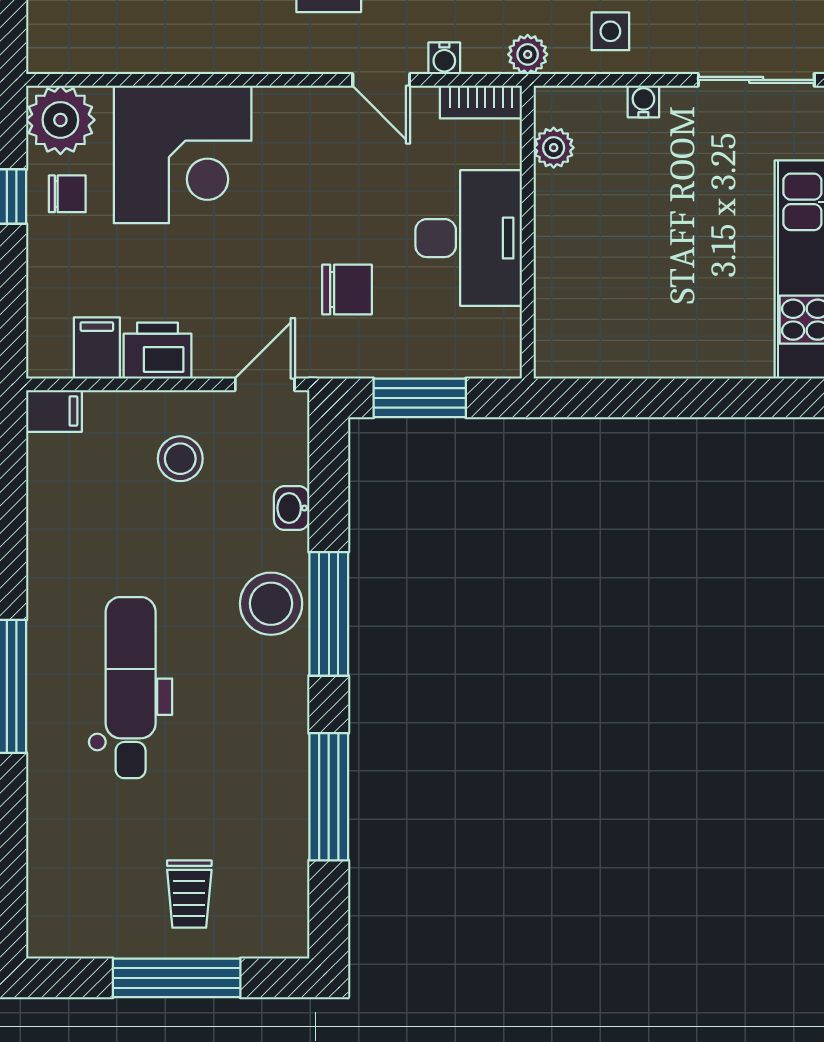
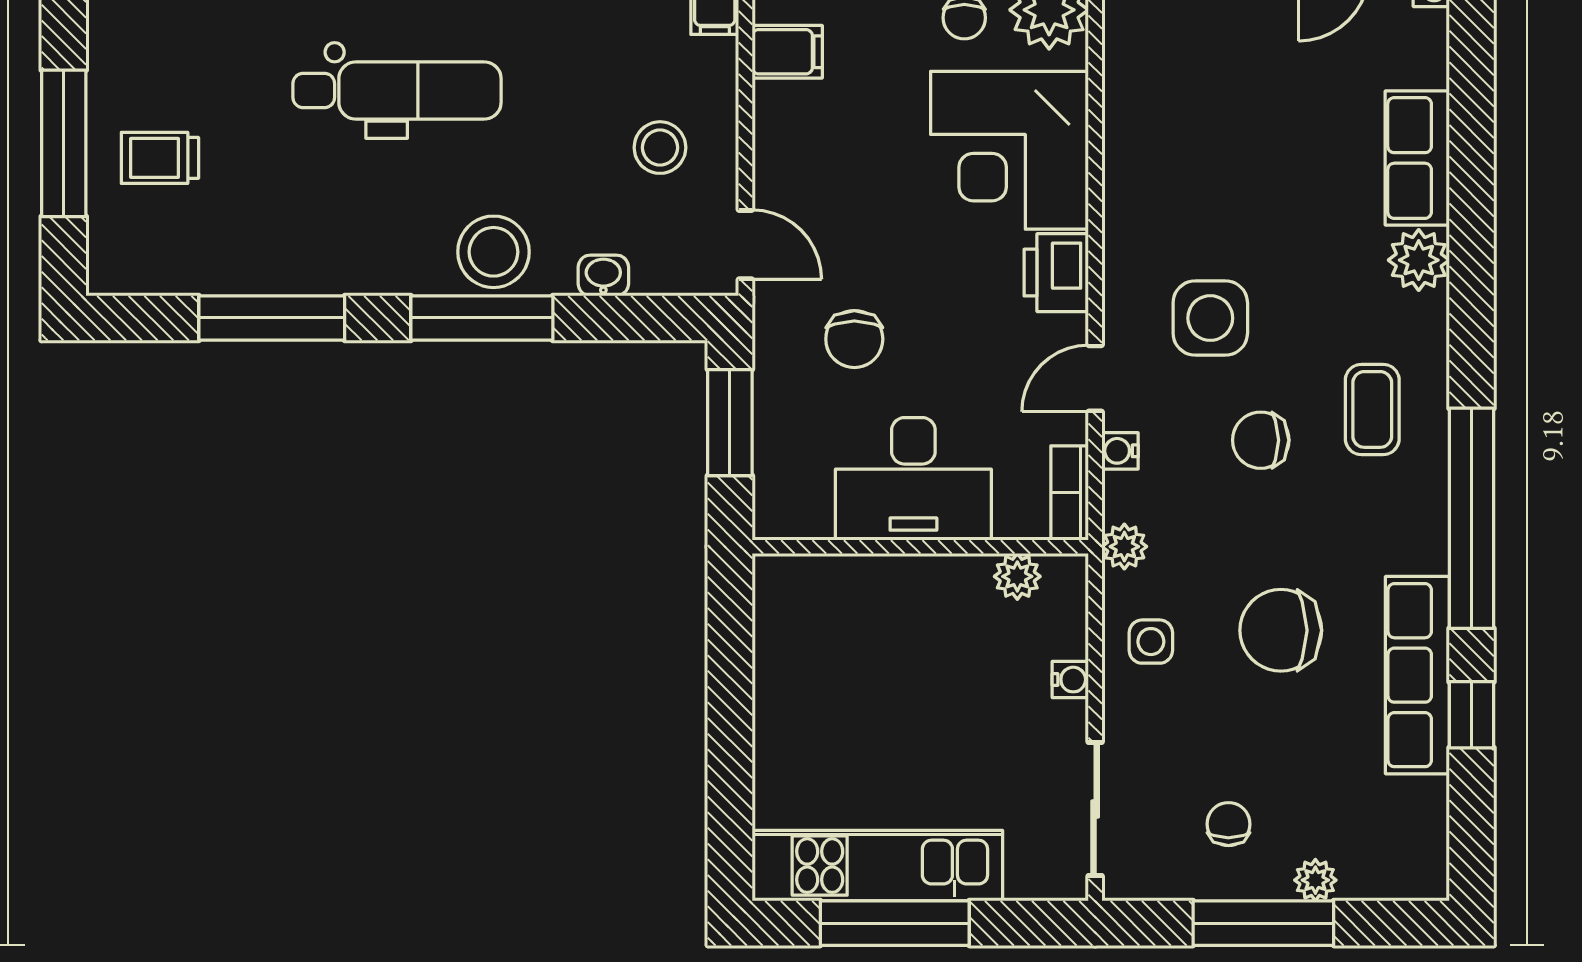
printer: (158, 351) -> (1056, 273), moved, turned 180

